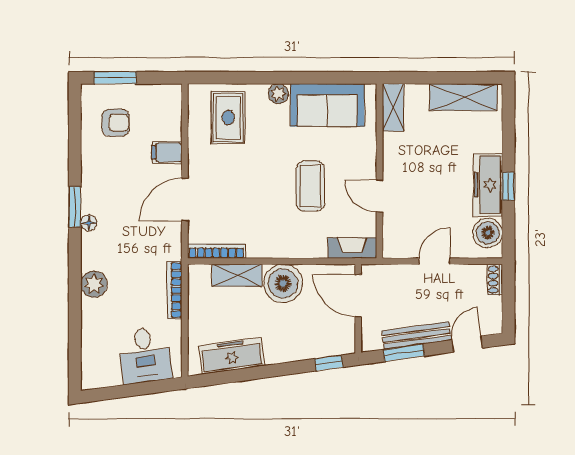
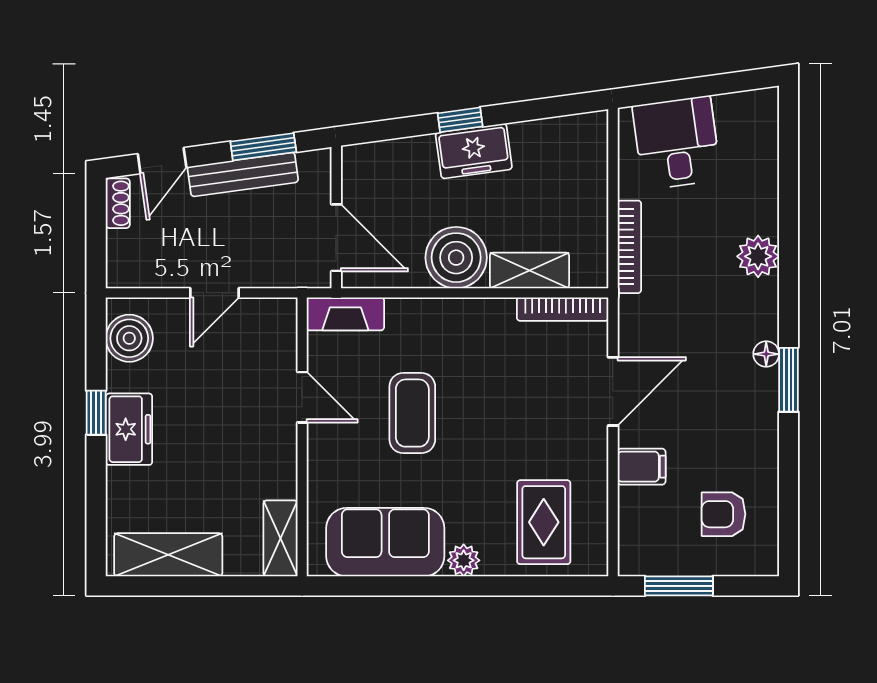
window: (115, 78) -> (679, 586), moved
freezer: (488, 185) -> (129, 429), width x0.71
shoe rack: (495, 280) -> (118, 203), moved
freezer: (232, 356) -> (474, 151), moved, width x0.71
window: (329, 363) -> (460, 120), moved

